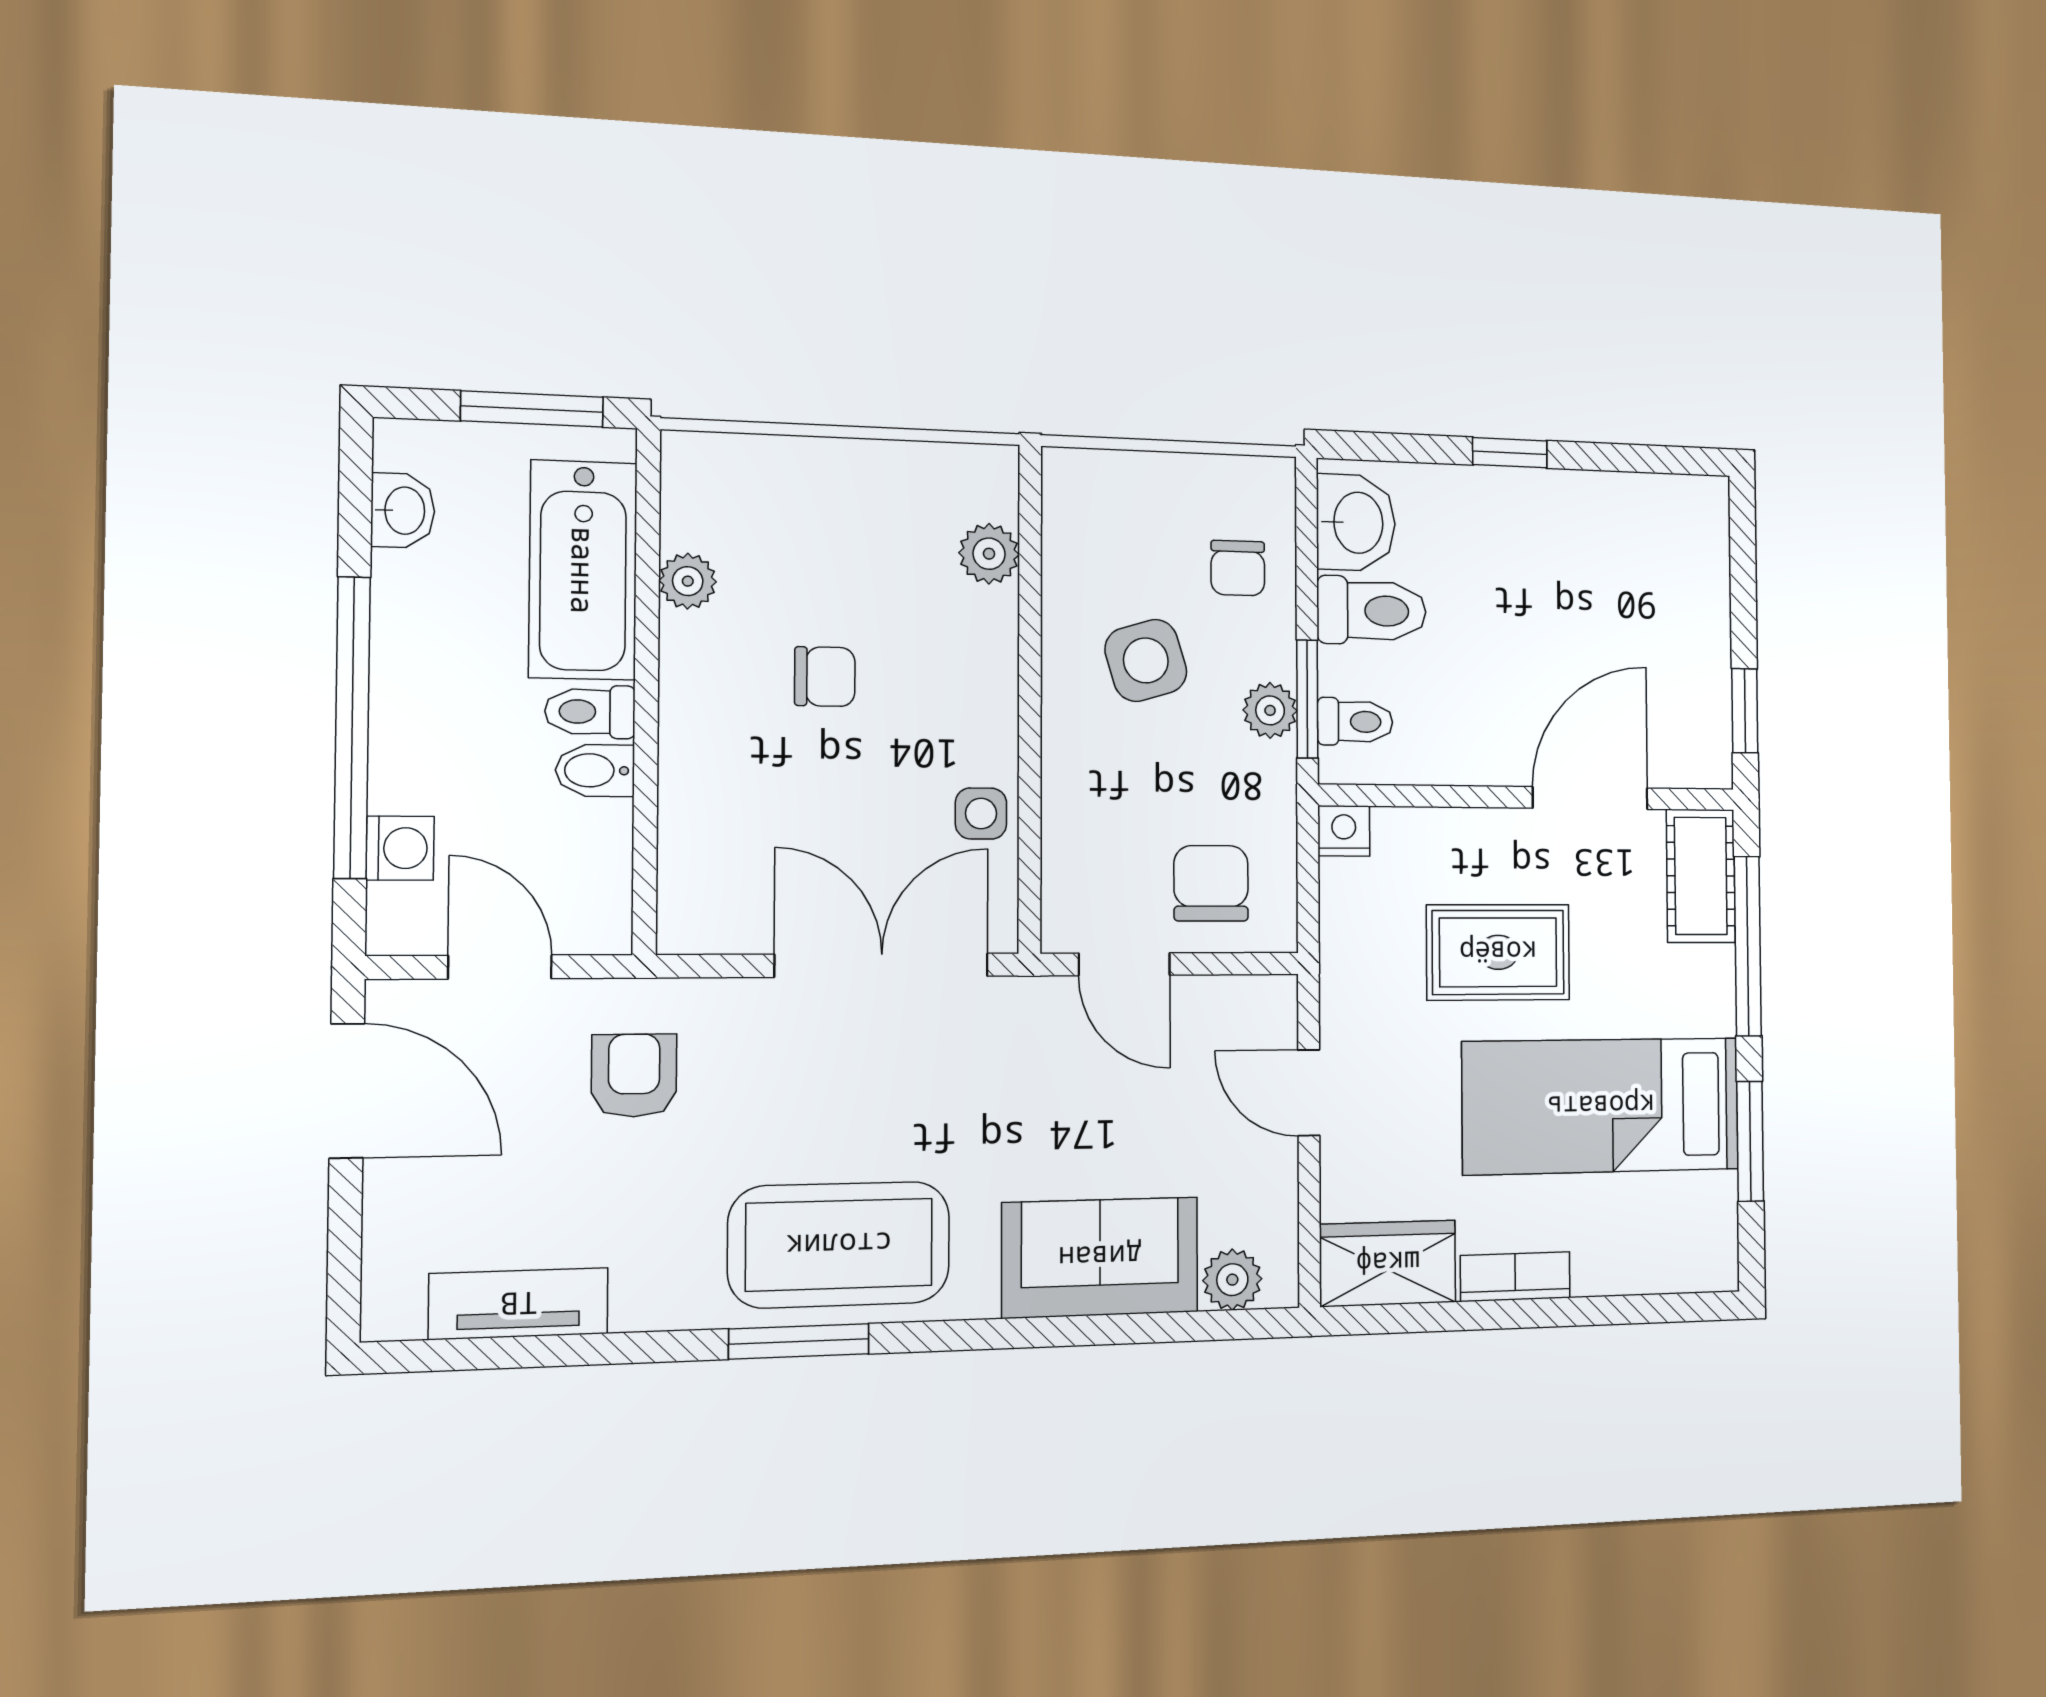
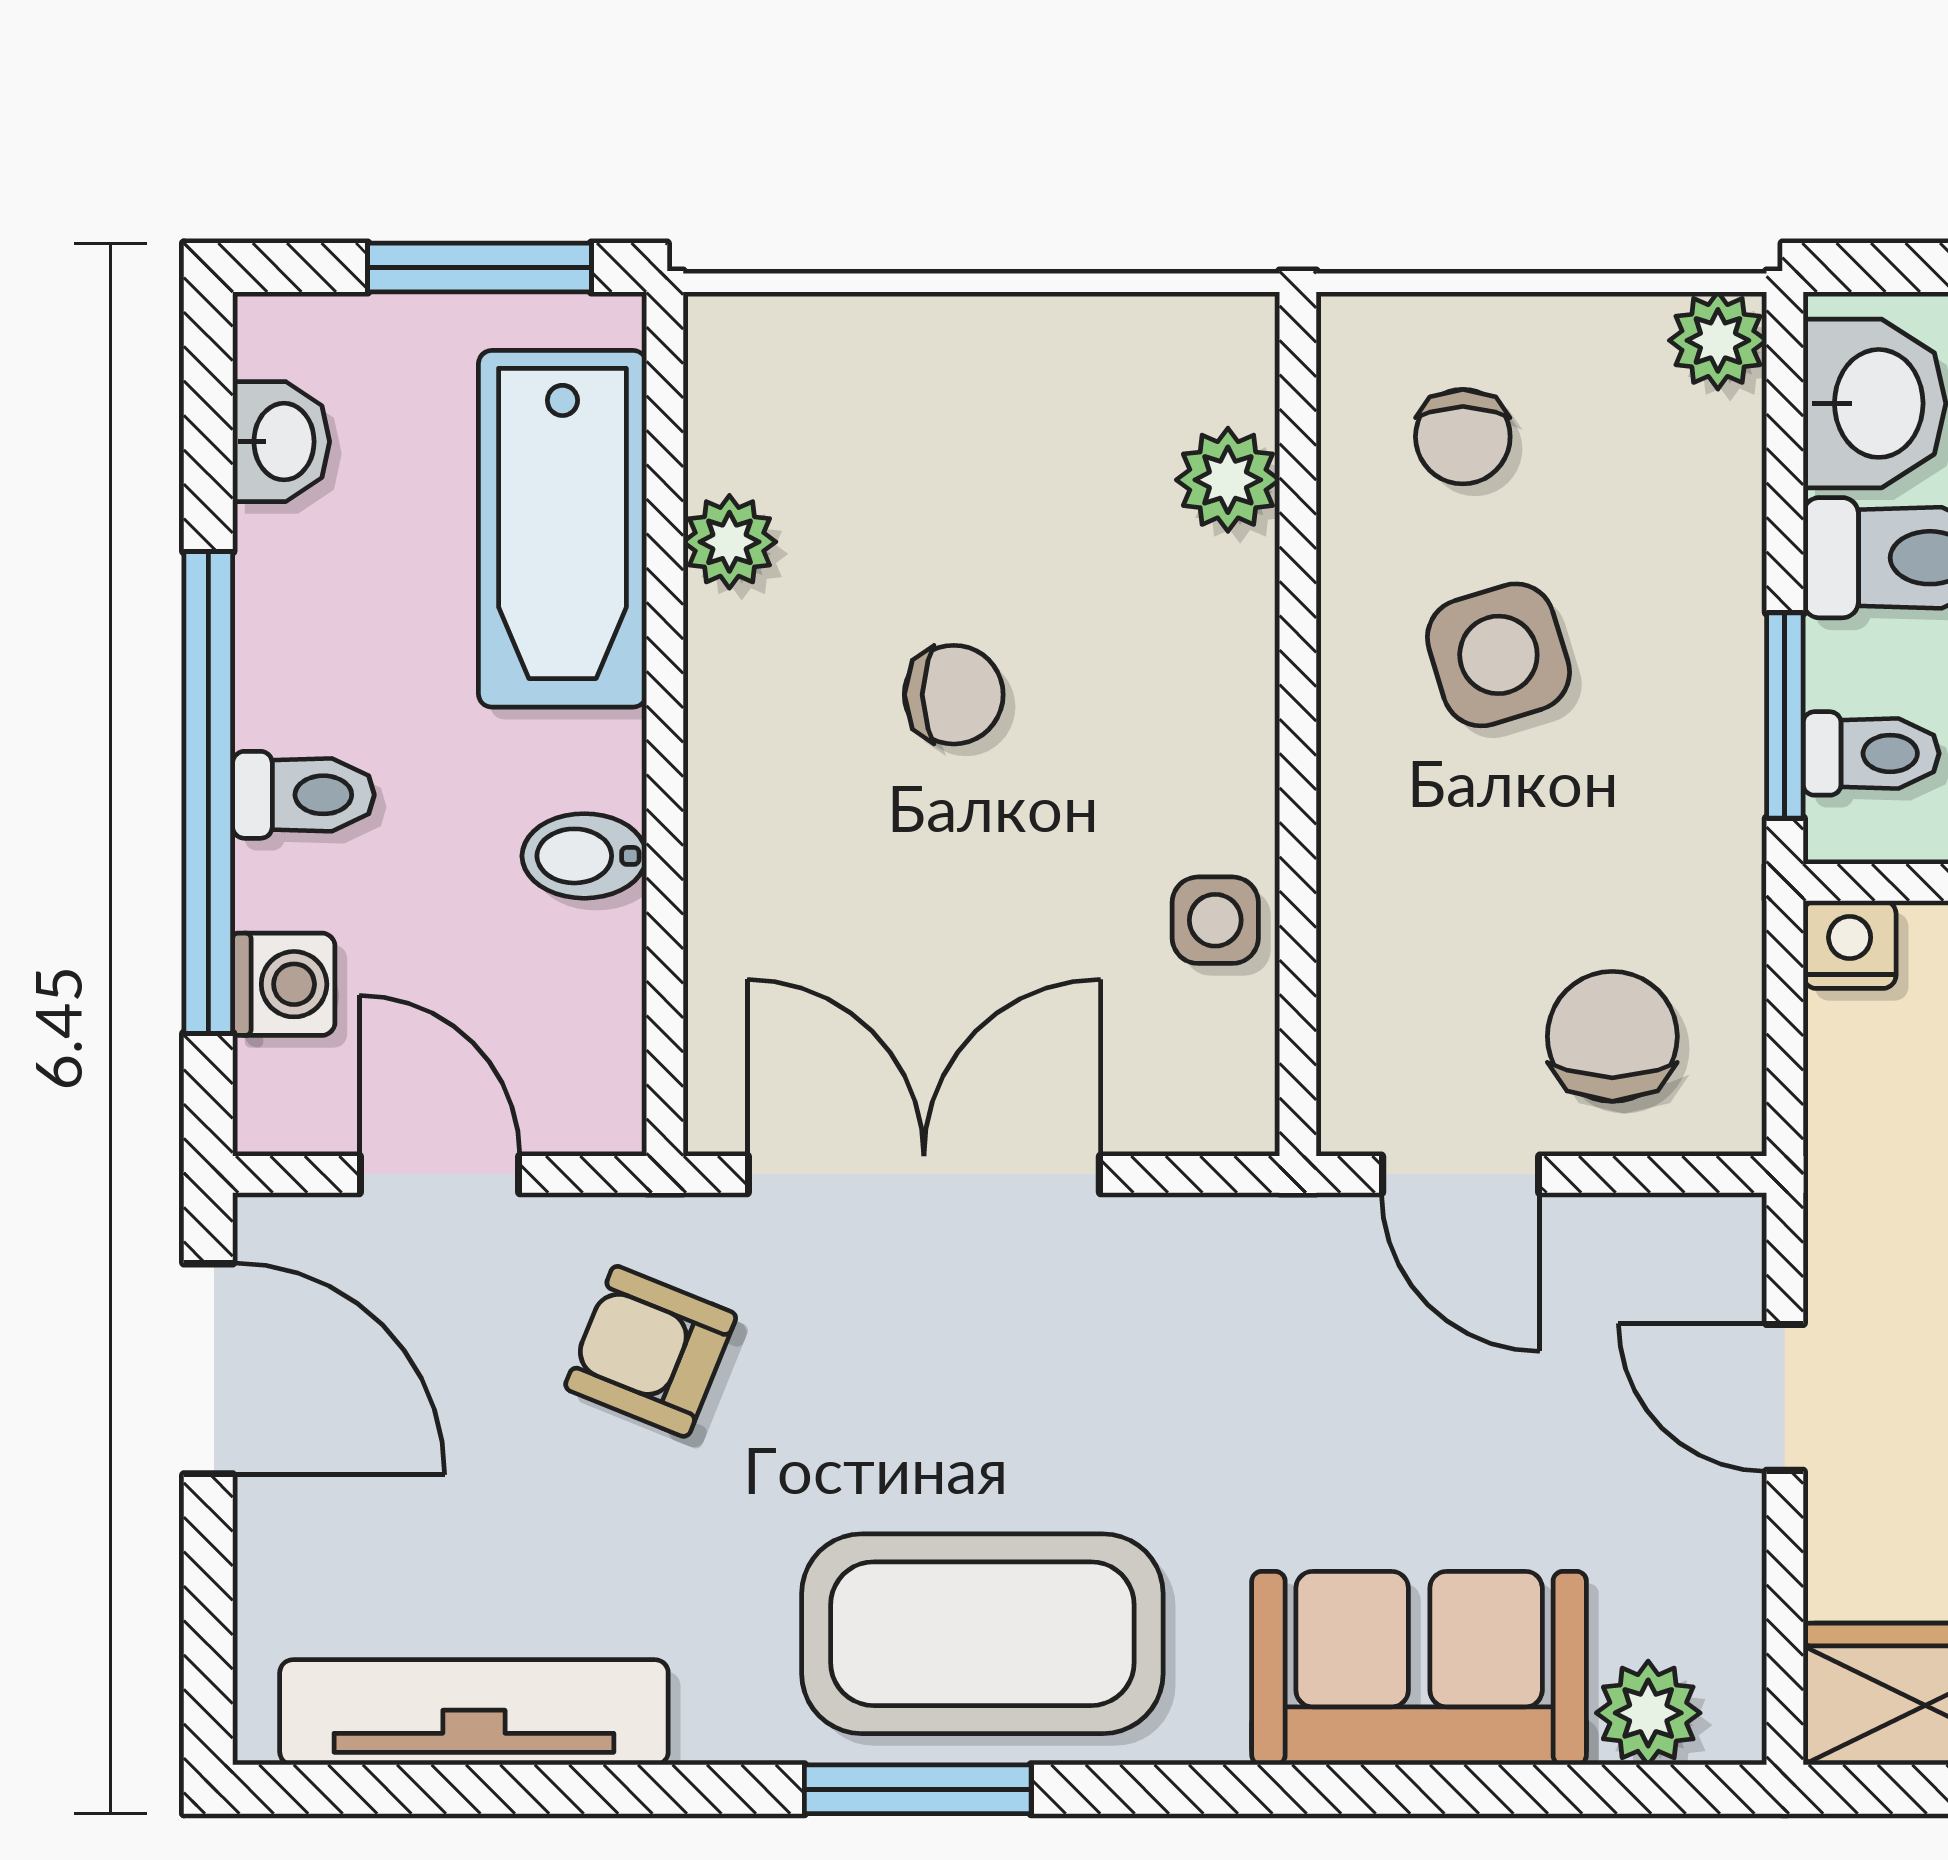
chair: (1238, 568) -> (1463, 437), moved
plant: (1270, 710) -> (1718, 340), moved
toilet: (590, 712) -> (303, 795), moved, turned 180
double door: (882, 965) -> (924, 1174), moved
armchair: (634, 1076) -> (651, 1351), turned -68
tv unit: (519, 1304) -> (474, 1712), width x1.41

